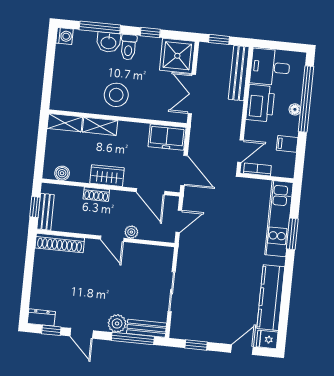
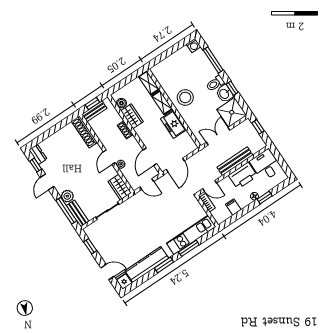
washbasin: (108, 42) -> (224, 94), moved
bench: (239, 73) -> (235, 161), moved
window: (306, 99) -> (265, 197), width x0.32
freezer: (167, 137) -> (173, 124), moved
wardrobe: (107, 176) -> (132, 116), moved
wardrobe: (156, 255) -> (120, 187), added
window: (288, 278) -> (164, 265), added

